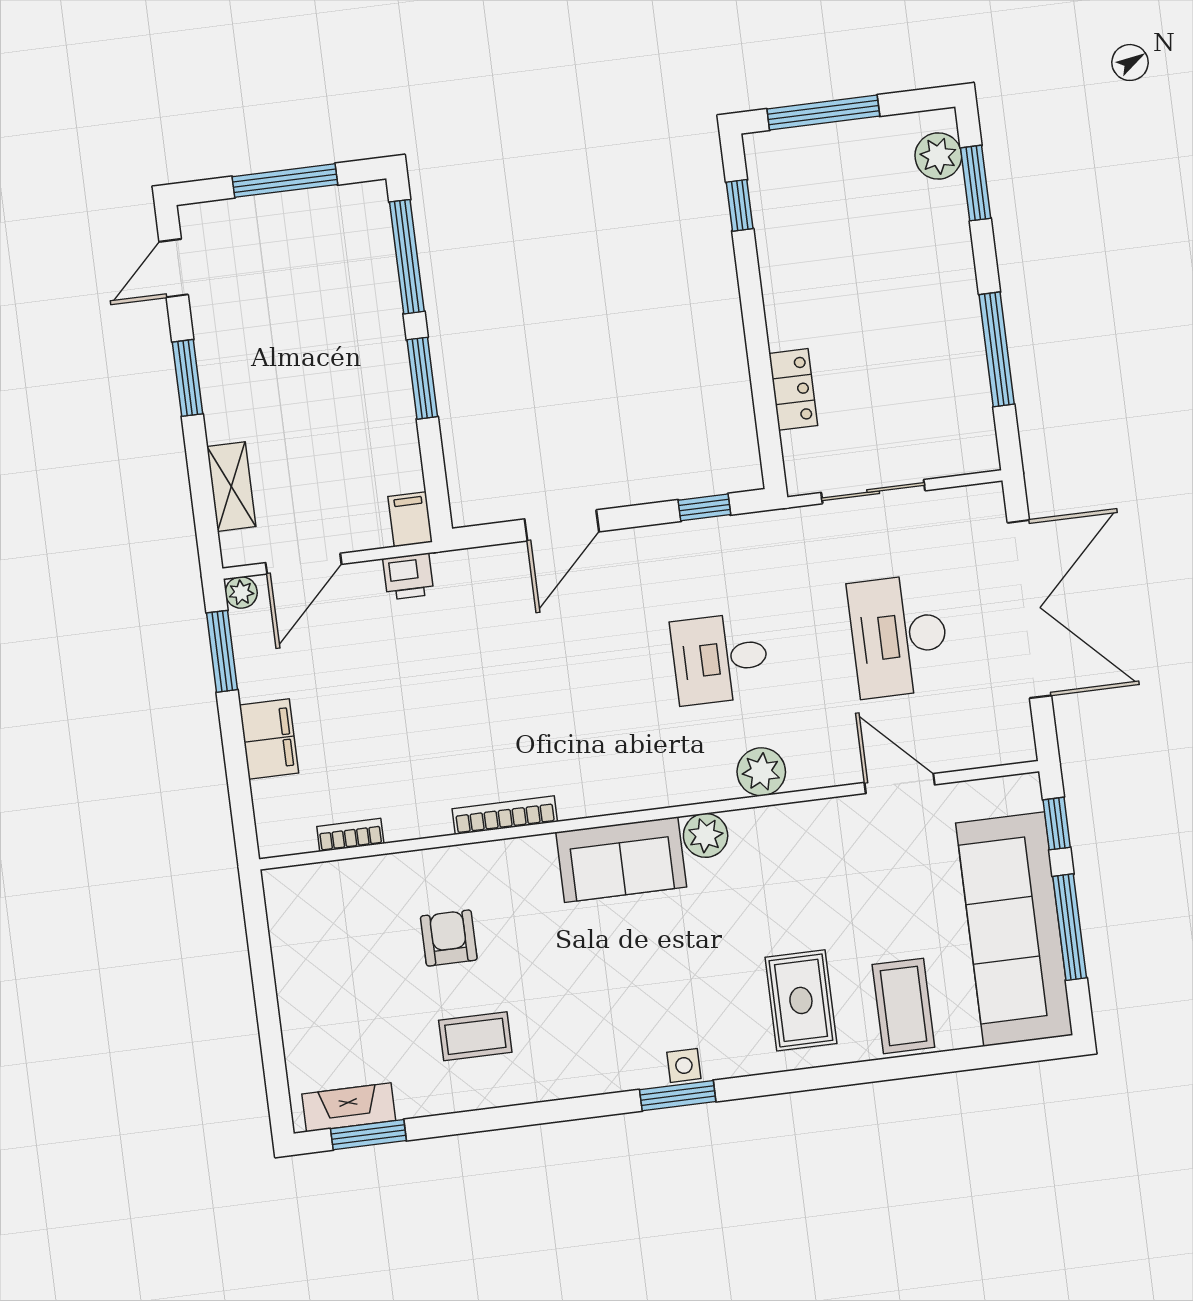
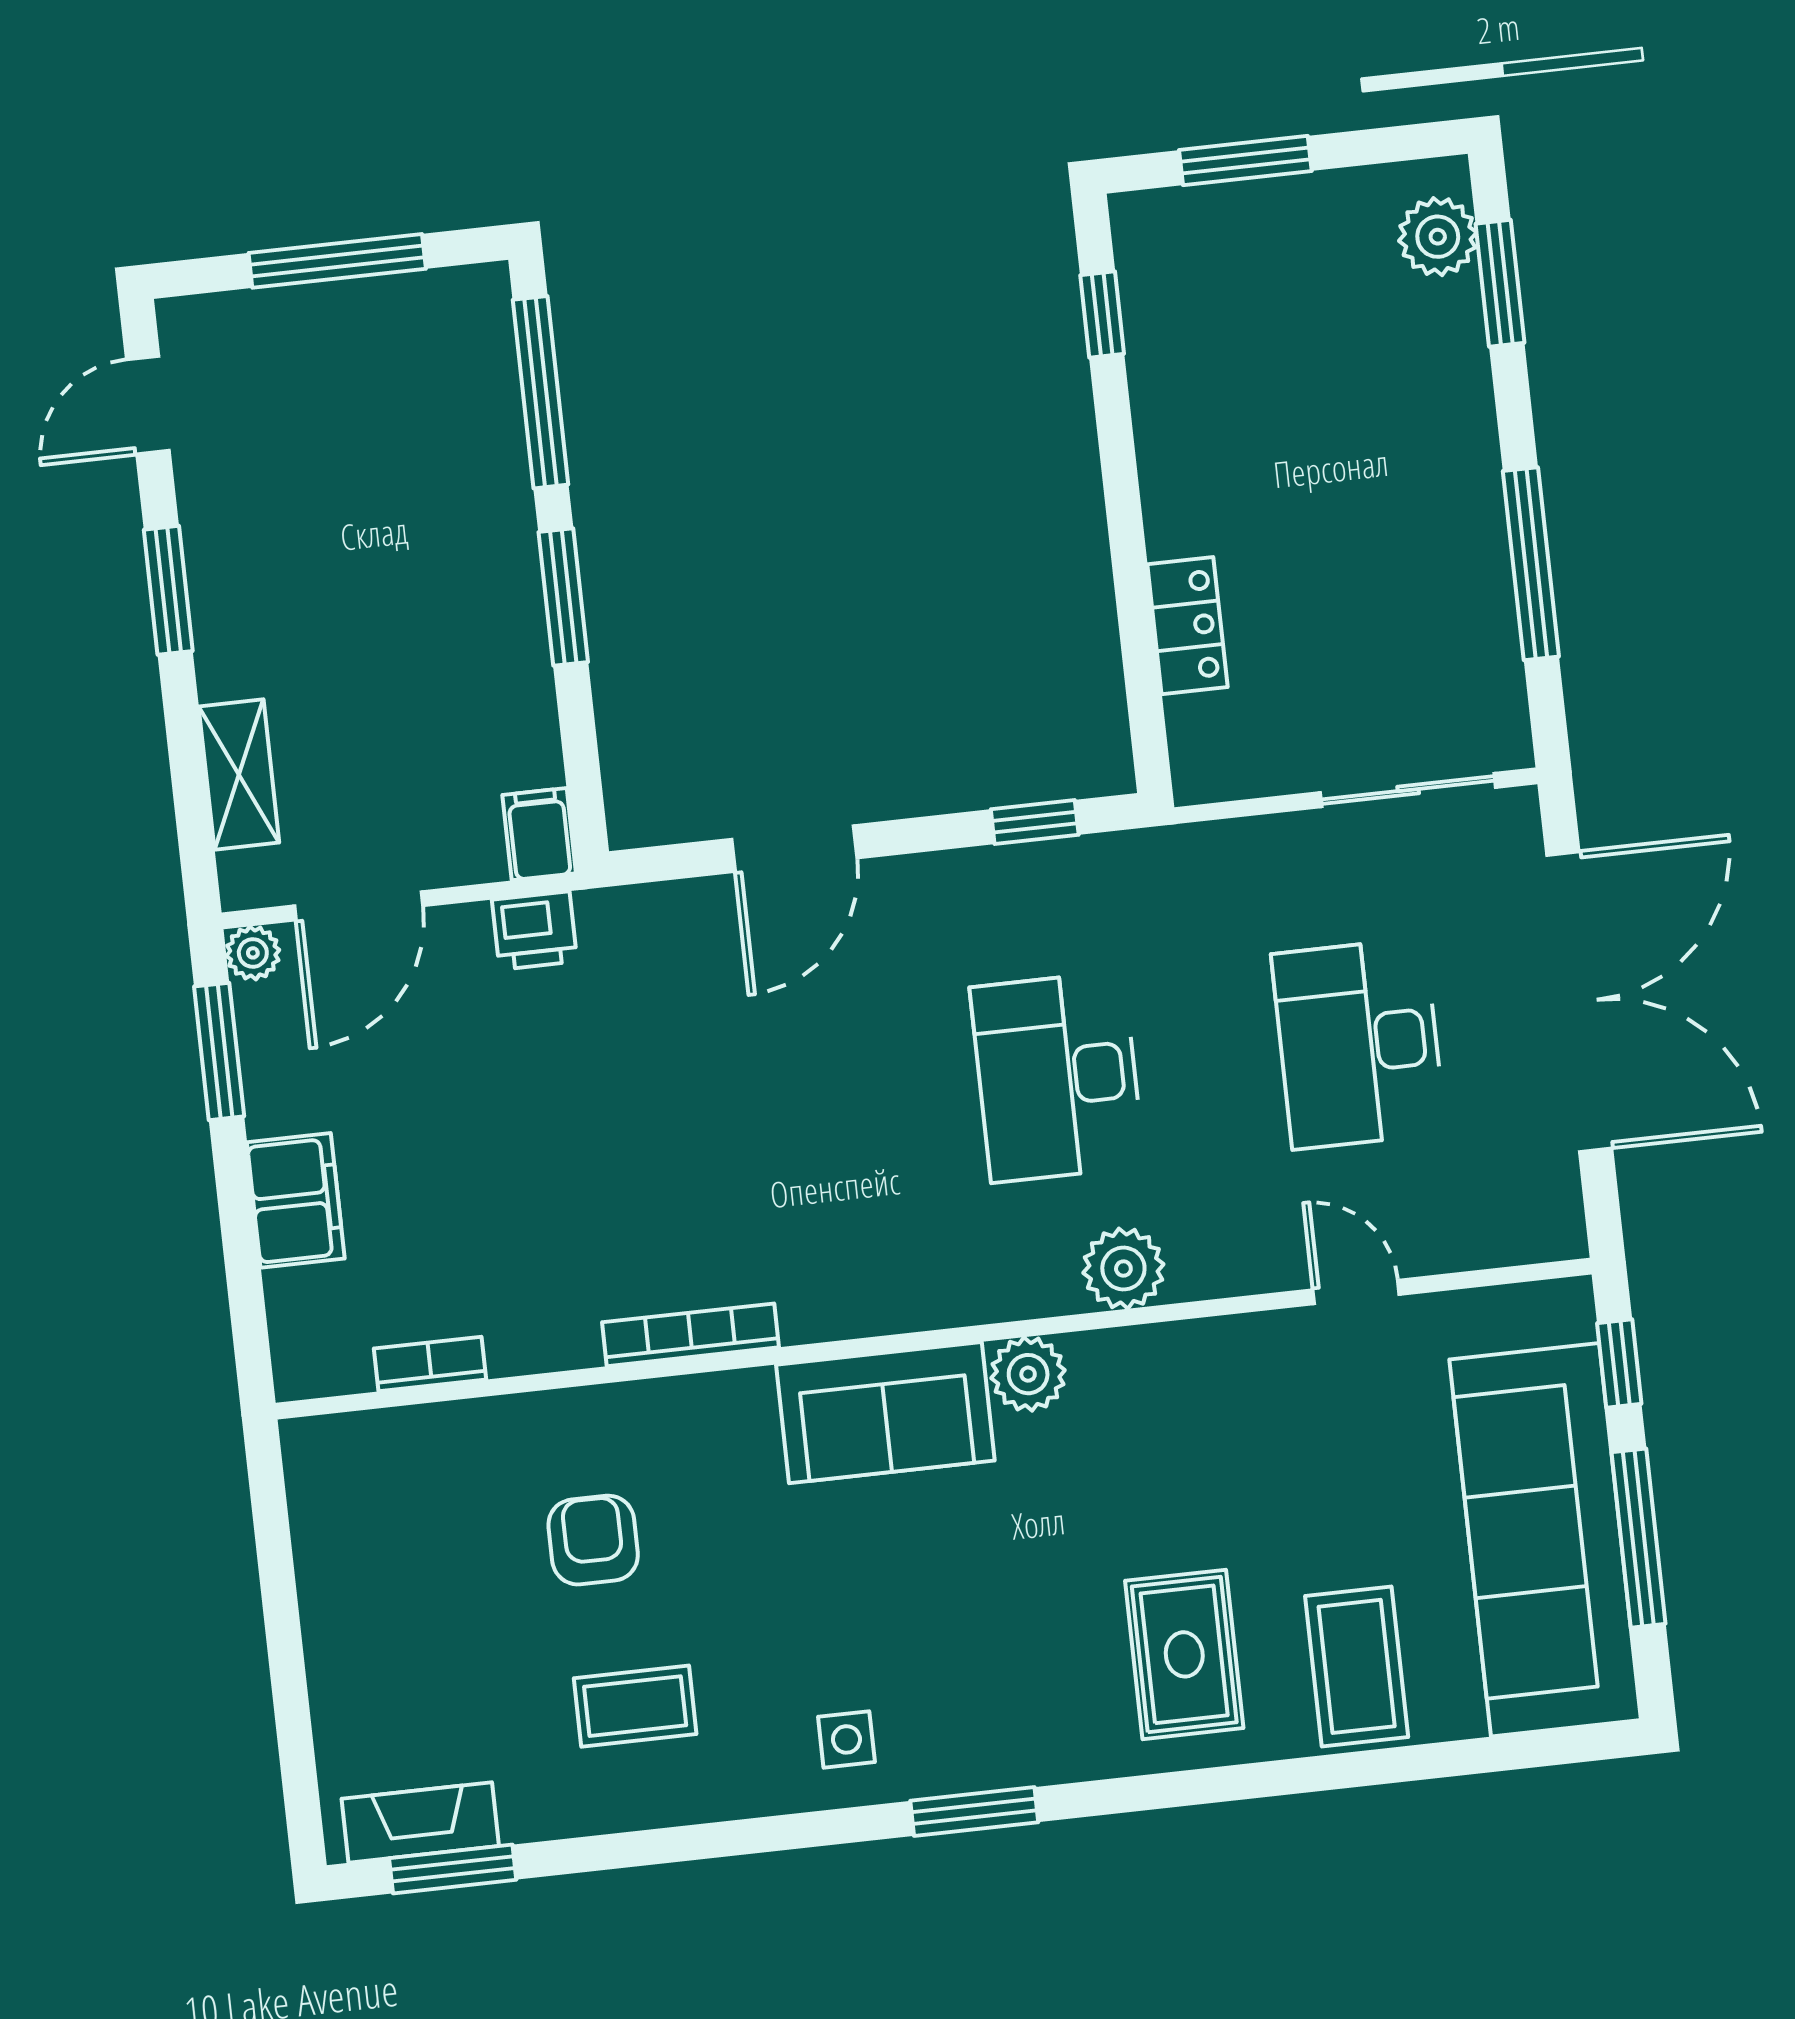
window: (823, 113) -> (1245, 161), width x0.69
sliding door: (873, 492) -> (1408, 790), moved
desk: (720, 659) -> (1057, 1077), width x1.37
door: (900, 784) -> (1356, 1292), width x0.73
side table: (684, 1065) -> (846, 1739), moved

